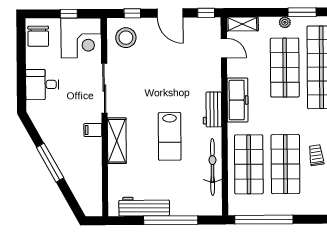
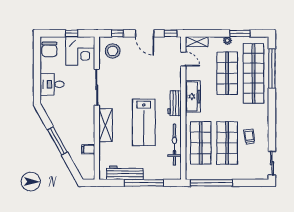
filing cabinet: (93, 130) -> (88, 149), moved
lab bench: (170, 136) -> (144, 122), width x1.36, depth x1.39

